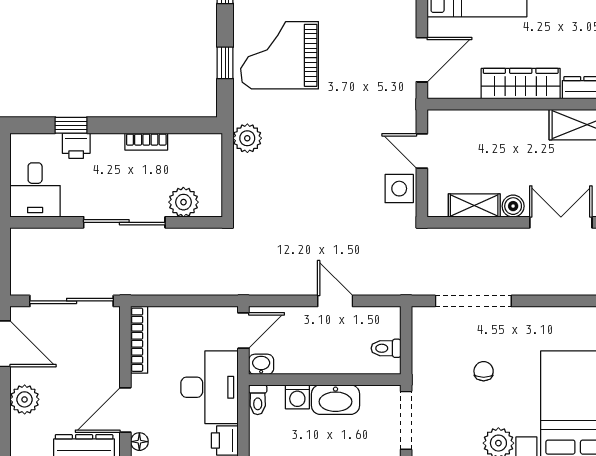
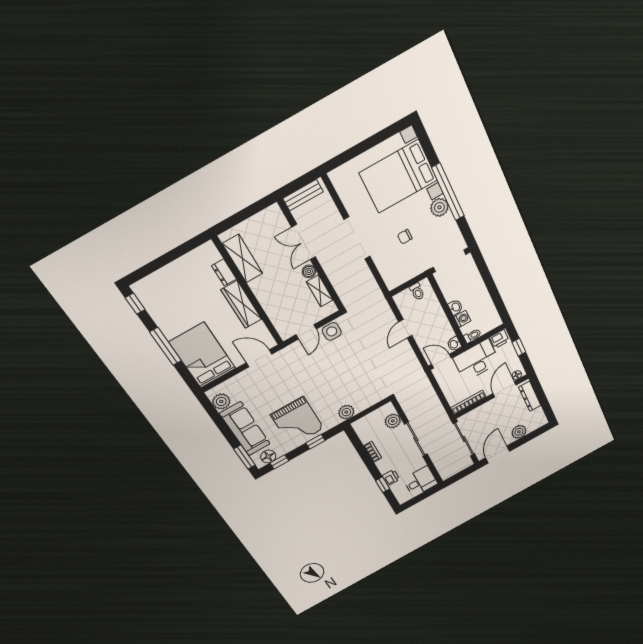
doorway: (473, 301) -> (357, 238), moved
washbasin: (335, 400) -> (455, 307), width x0.52, depth x0.69
door: (125, 410) -> (505, 389), swing flipped

